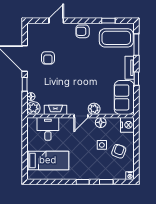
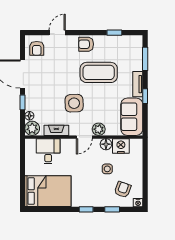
coffee table: (116, 38) -> (99, 72), moved
armchair: (48, 58) -> (37, 48), moved
side table: (72, 85) -> (74, 103), added
nightstand: (127, 125) -> (121, 146), moved, turned -90
armchair: (119, 151) -> (123, 190), moved
bed: (48, 160) -> (48, 191), width x1.50

